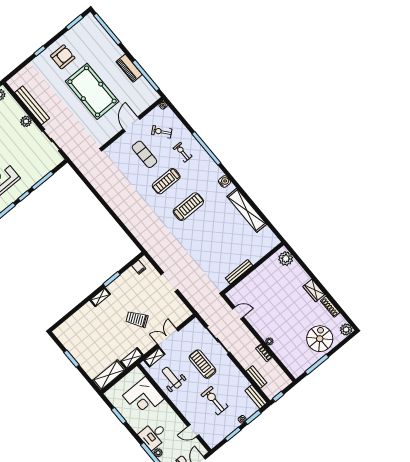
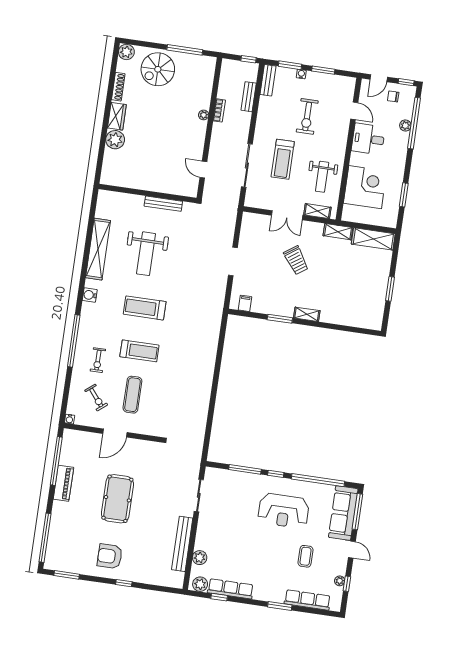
pool table: (92, 91) -> (117, 499), width x0.73, depth x0.76
plant: (26, 121) -> (200, 558), moved
weight bench: (219, 236) -> (146, 254), added
plant: (286, 259) -> (115, 140), moved
desk: (153, 435) -> (368, 139), moved, turned 180

